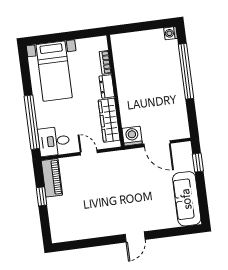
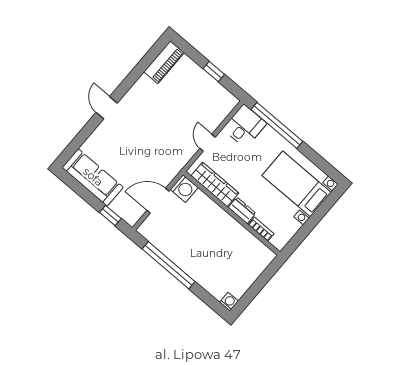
window: (186, 71) -> (169, 265), moved
door: (89, 153) -> (208, 143), swing flipped
piano: (52, 178) -> (164, 62), moved, turned -90

